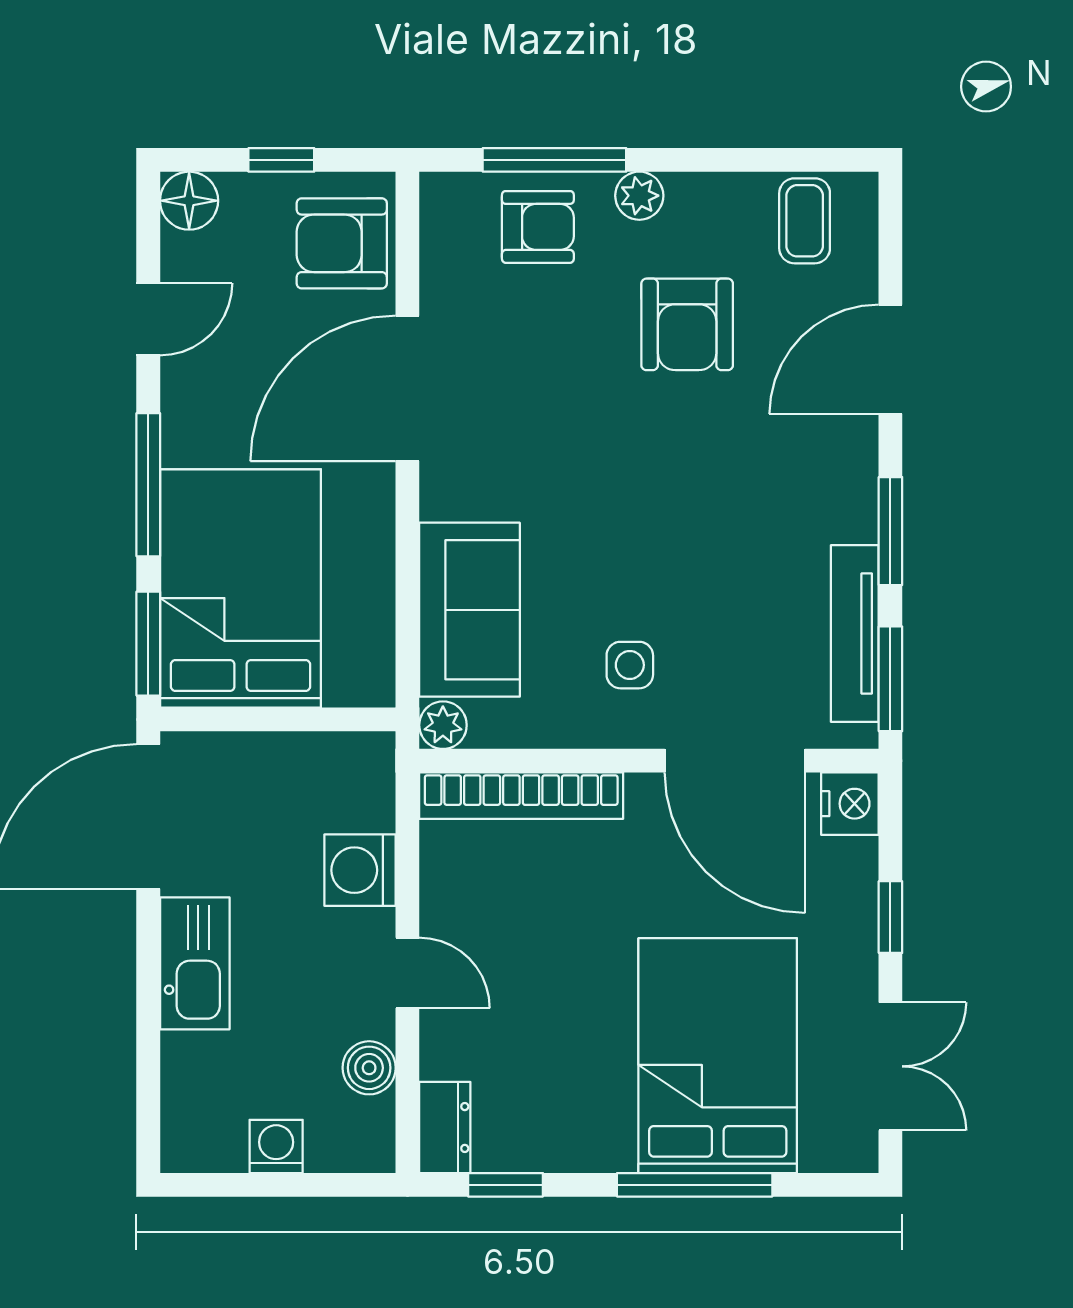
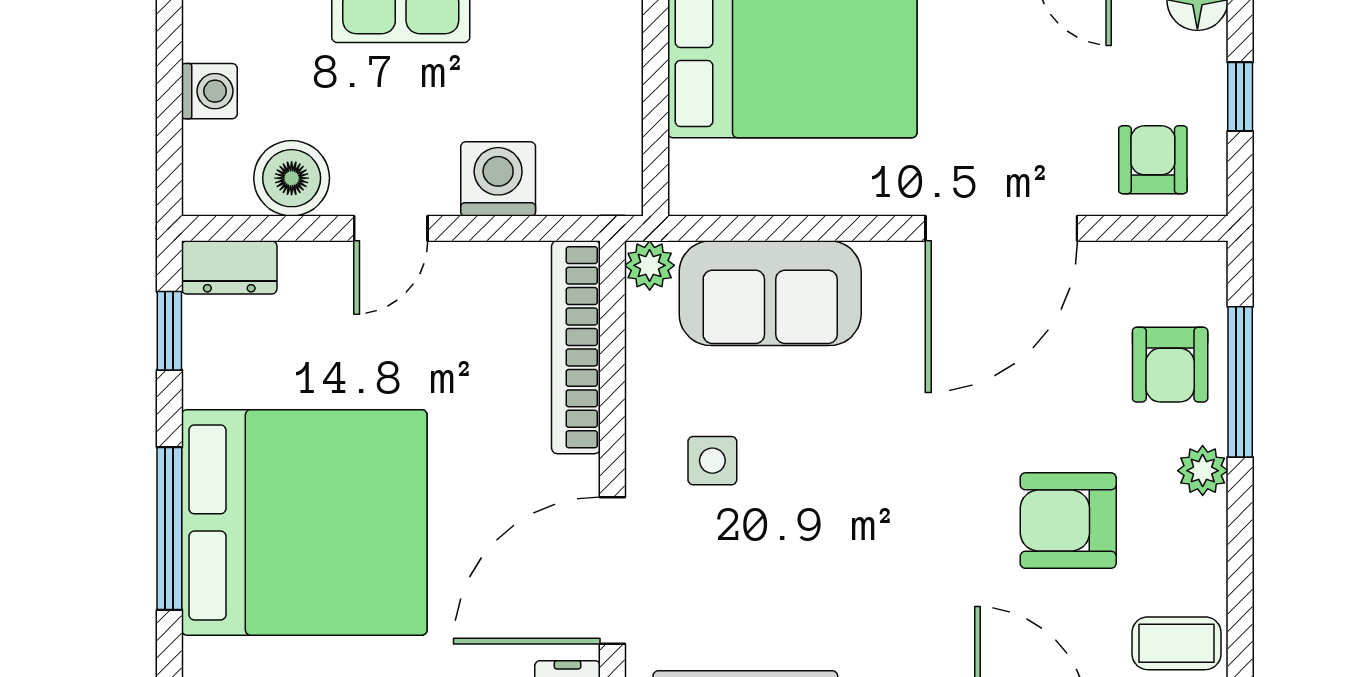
armchair: (342, 243) -> (1153, 160), width x0.72, depth x0.72
door: (407, 388) -> (1001, 228), swing flipped
bed: (718, 1056) -> (304, 522), width x1.36
boiler: (369, 1068) -> (292, 178), width x1.36, depth x1.36

